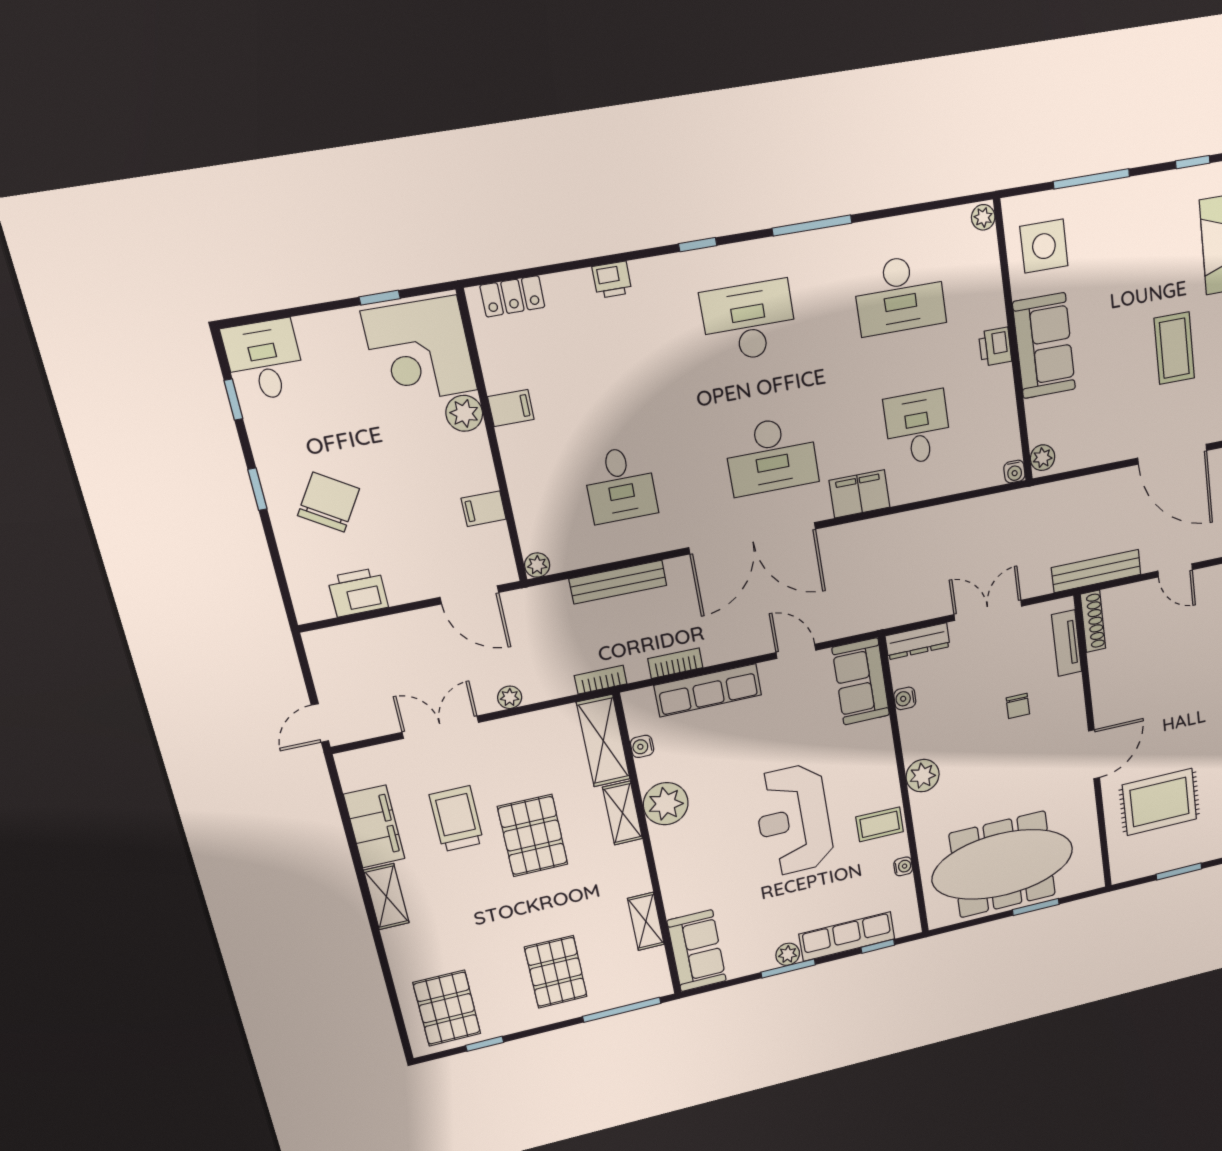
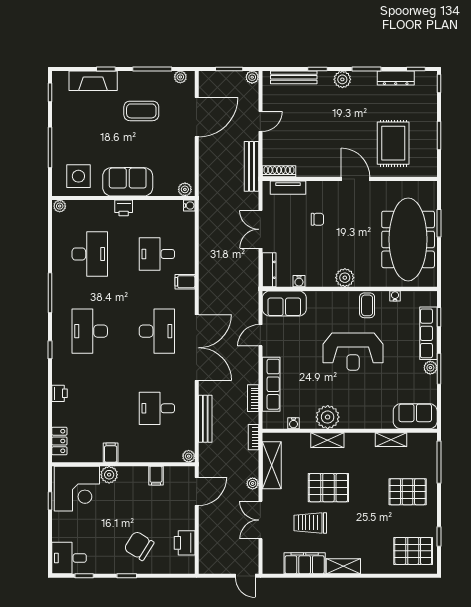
desk: (620, 485) -> (157, 408), turned 180
filing cabinet: (860, 494) -> (185, 282), width x0.50
shelving: (603, 741) -> (272, 465), moved, turned 90

